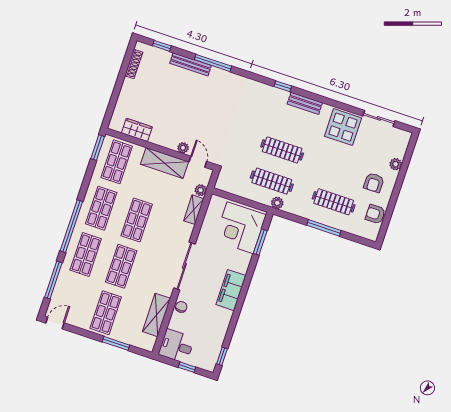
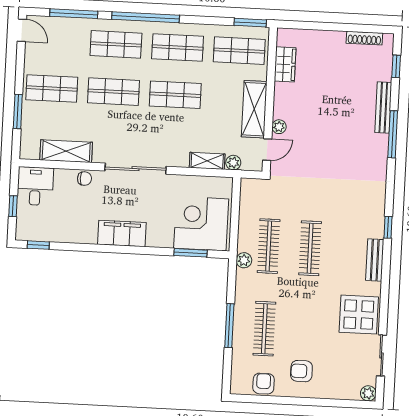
plant: (396, 164) -> (368, 393), moved

